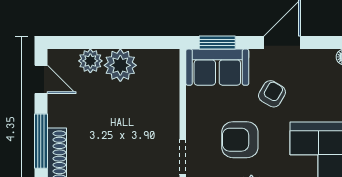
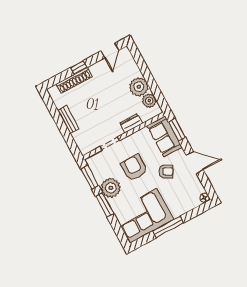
plant: (90, 61) -> (149, 101), moved
dresser: (170, 107) -> (131, 123), added
window: (41, 141) -> (79, 67), width x0.46

